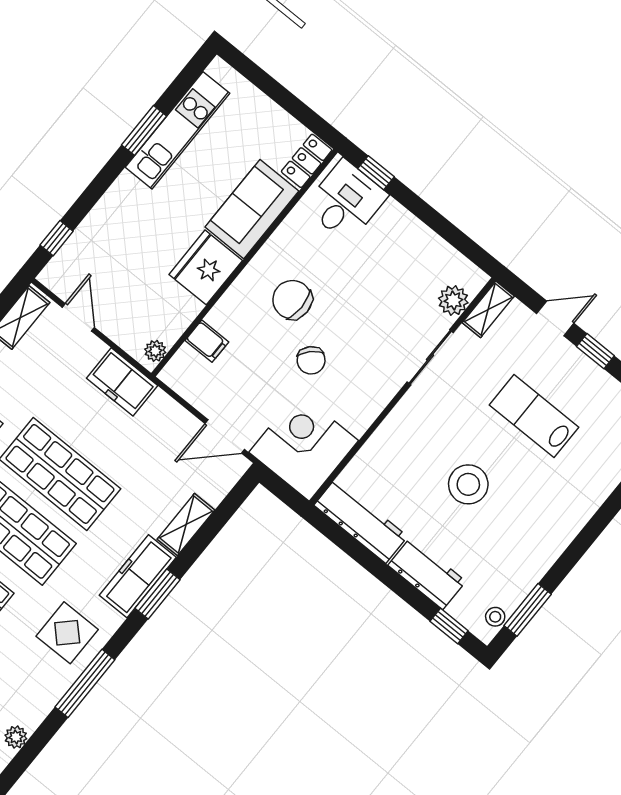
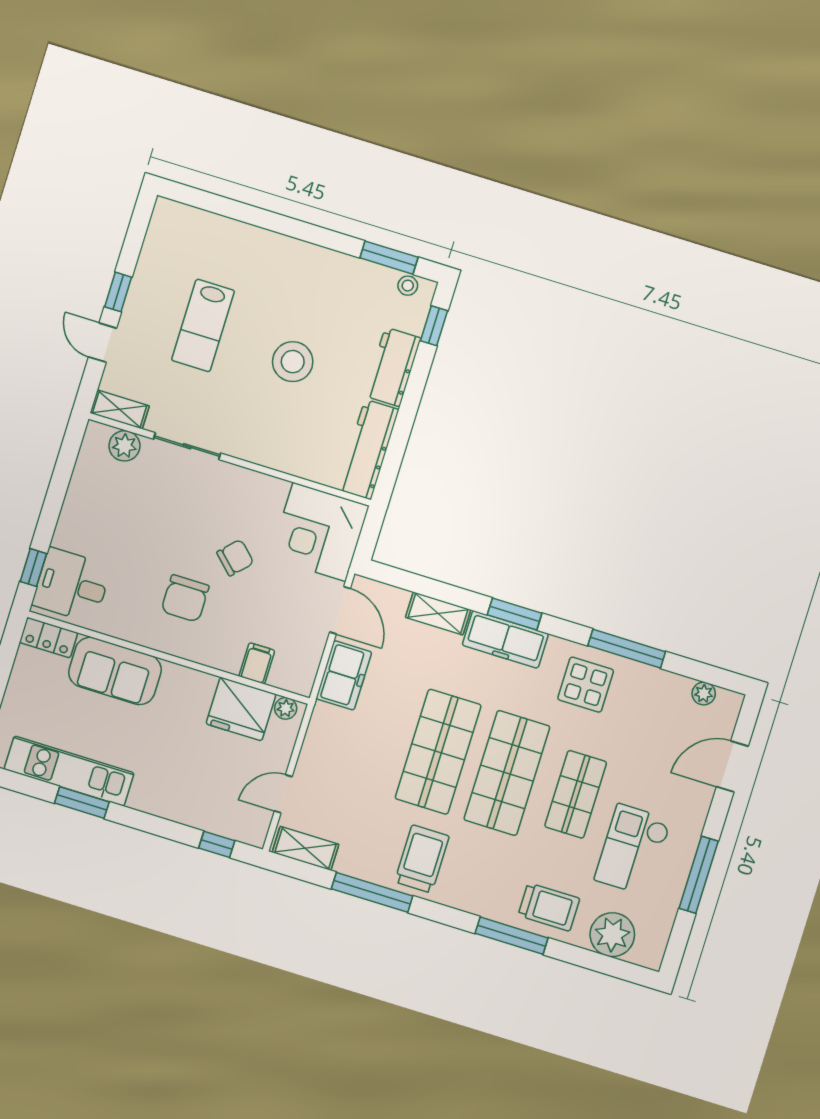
fridge: (206, 267) -> (241, 709), moved
freezer: (122, 382) -> (344, 675), moved

